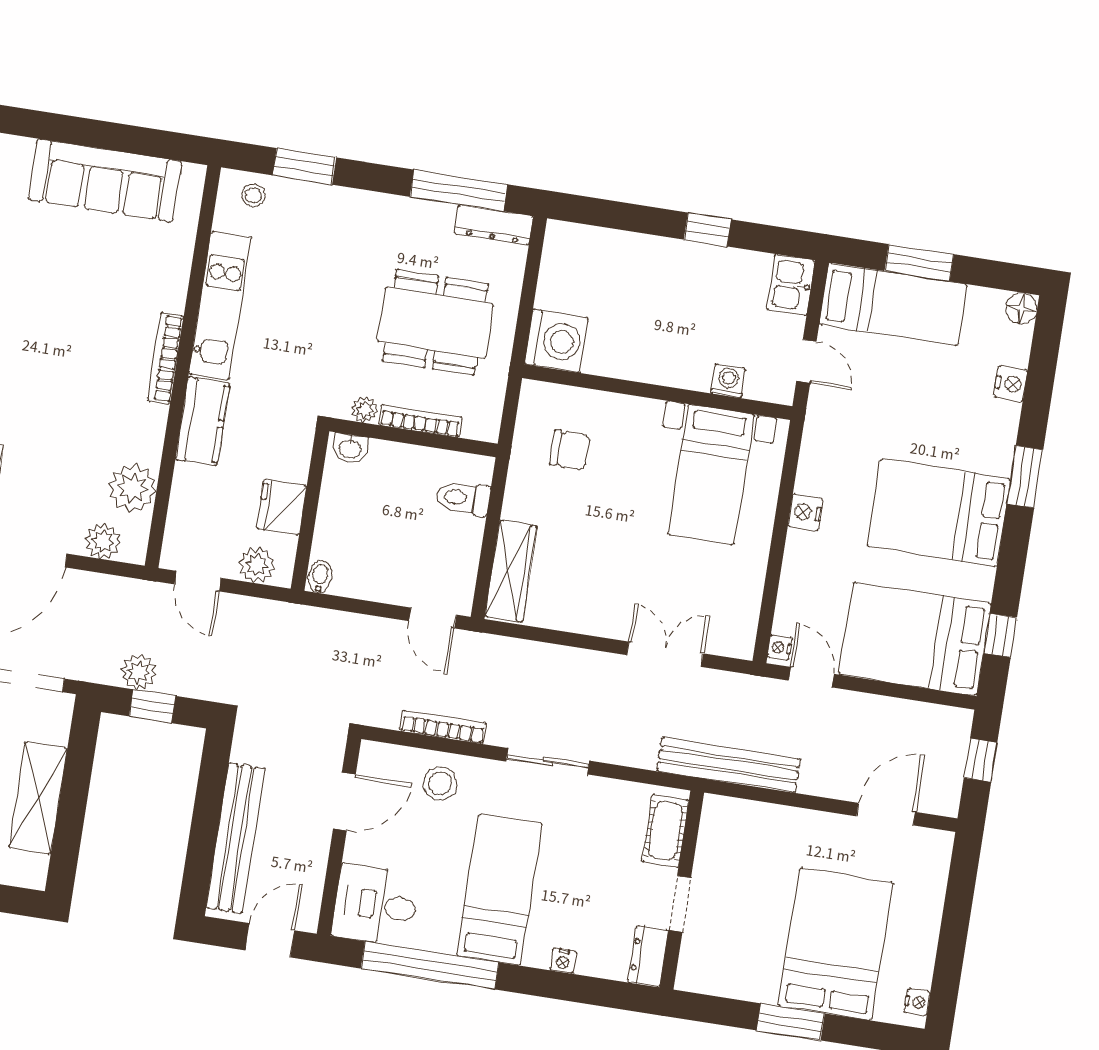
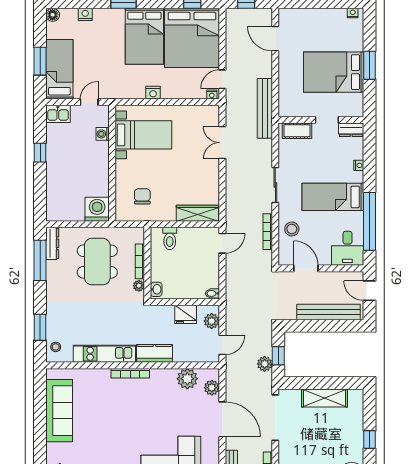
bed: (915, 639) -> (192, 38), width x1.36
bed: (836, 944) -> (334, 72), moved

